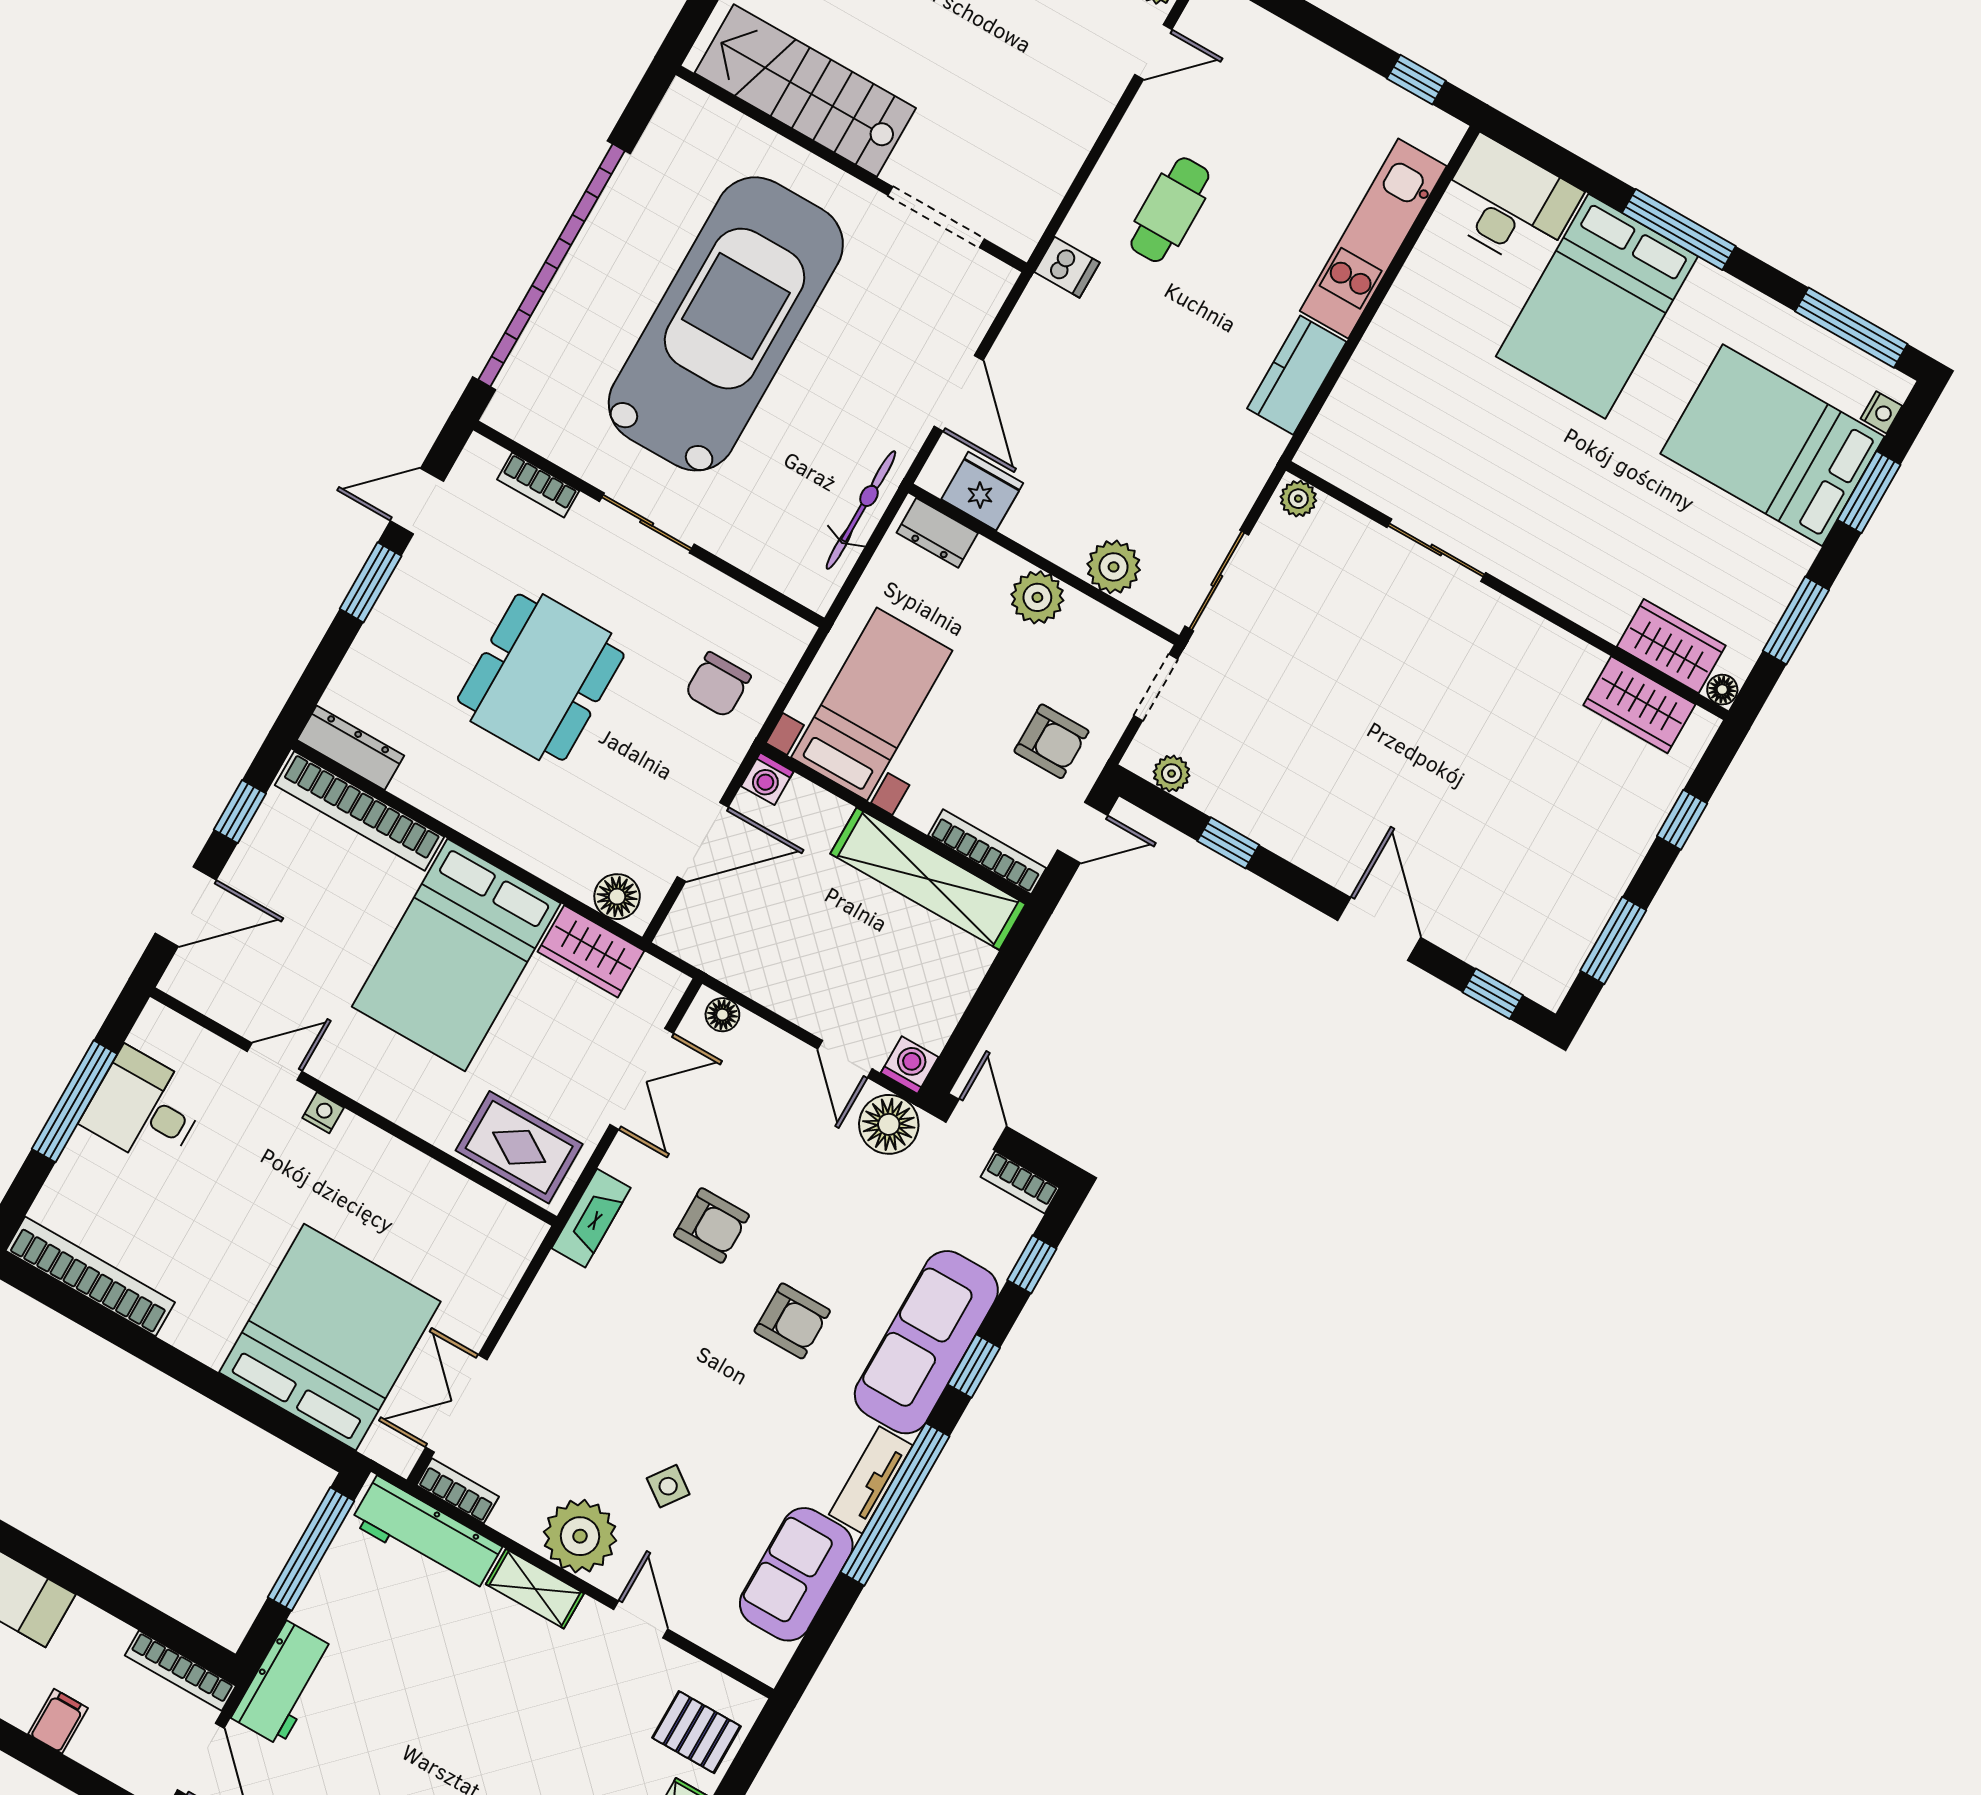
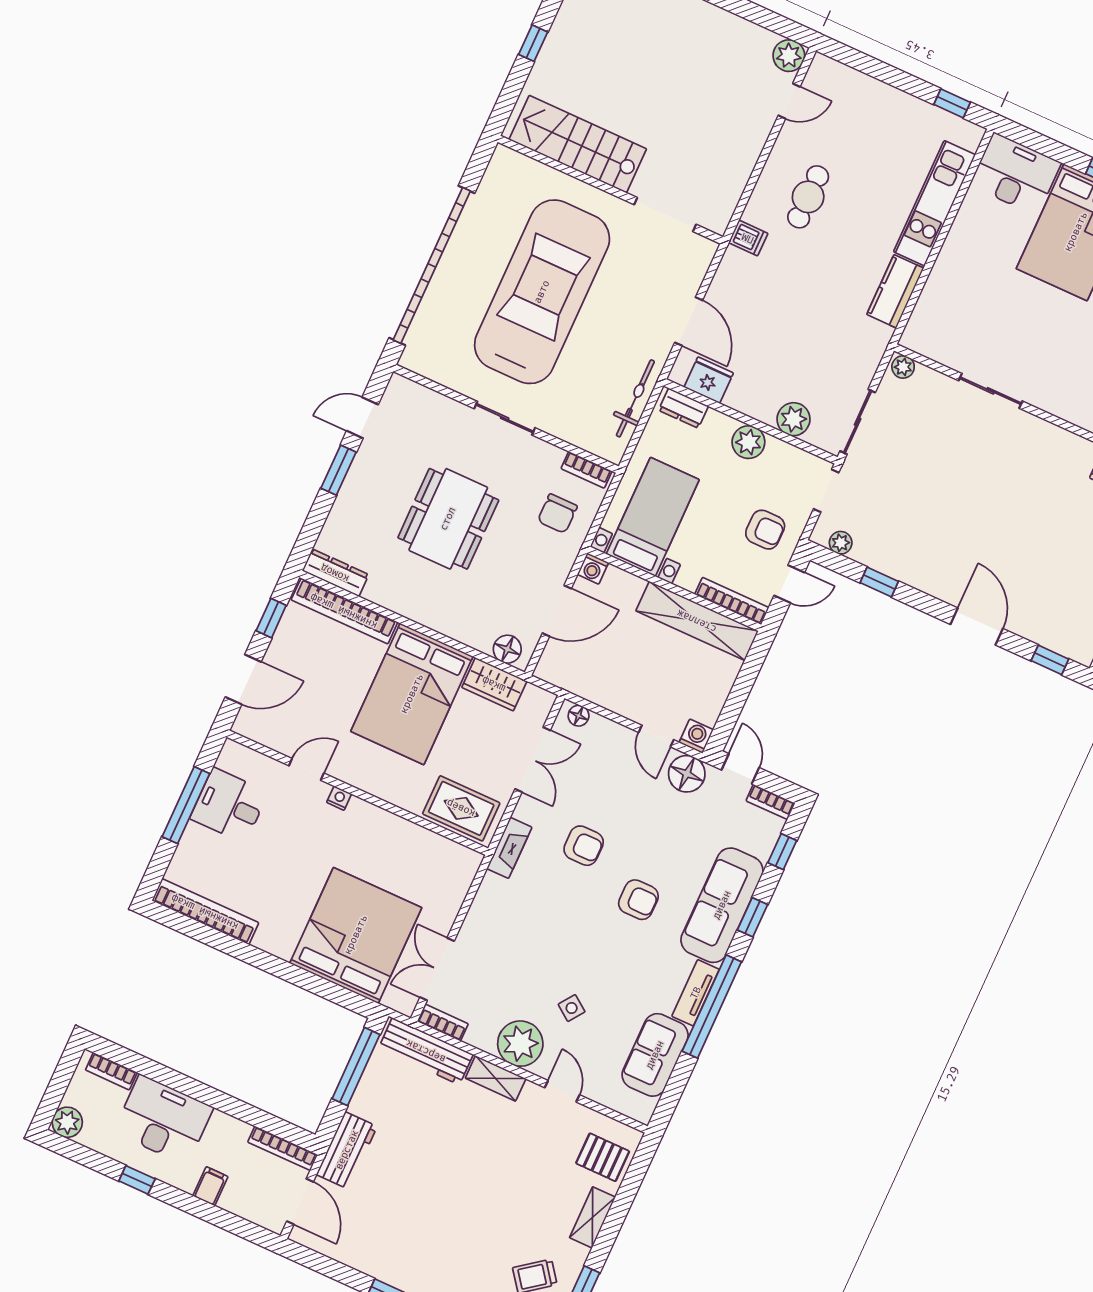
bookcase: (538, 485) -> (587, 470), moved

